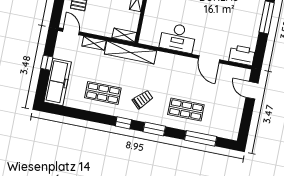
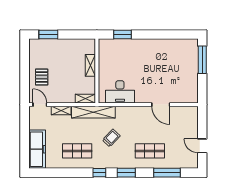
desk: (178, 38) -> (120, 92), moved
printer: (242, 55) -> (188, 96), removed
window: (47, 63) -> (25, 135), removed
door: (252, 90) -> (202, 146), moved
trolley: (143, 99) -> (111, 138), moved

